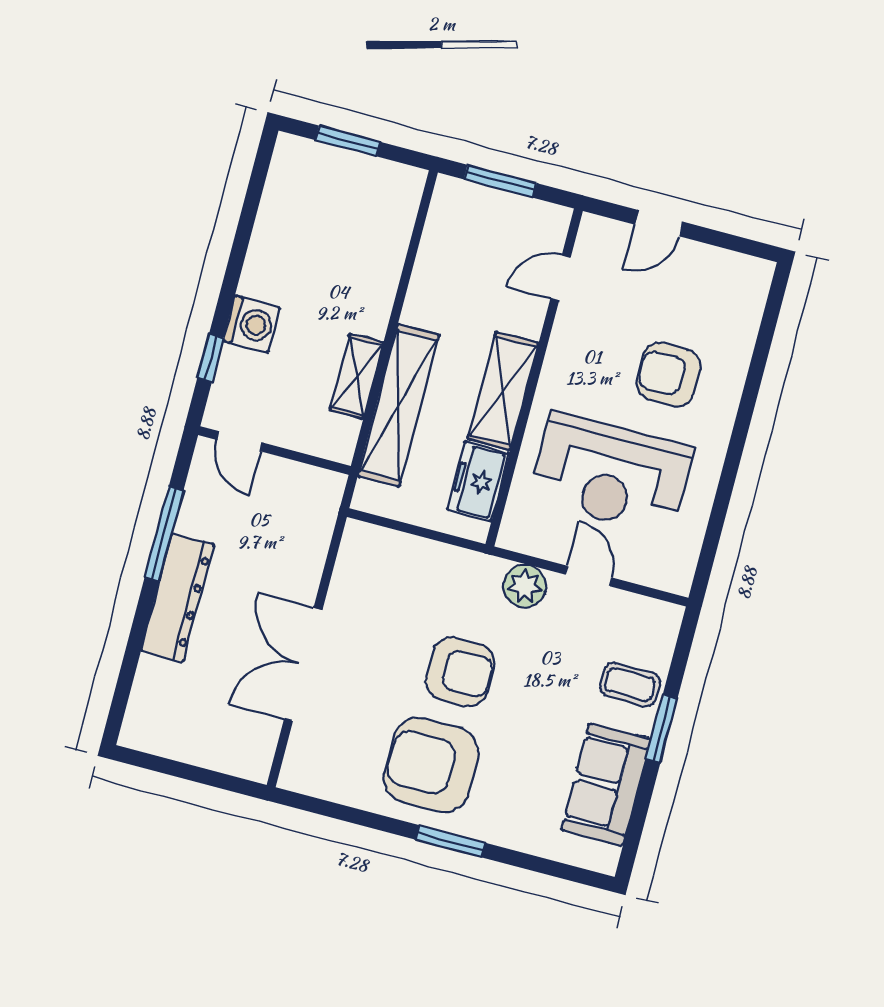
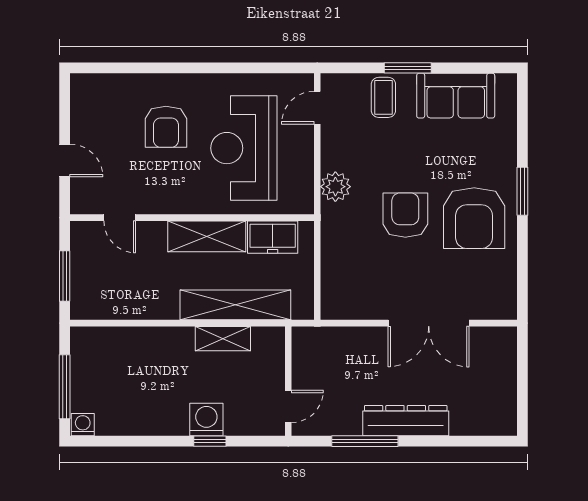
window: (348, 141) -> (65, 387), width x1.44
washing machine: (289, 152) -> (83, 425), added
window: (211, 358) -> (210, 441), moved
reception desk: (611, 474) -> (244, 148), turned 180
door: (589, 576) -> (317, 108), moved

